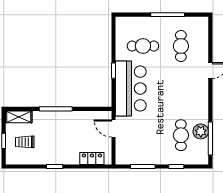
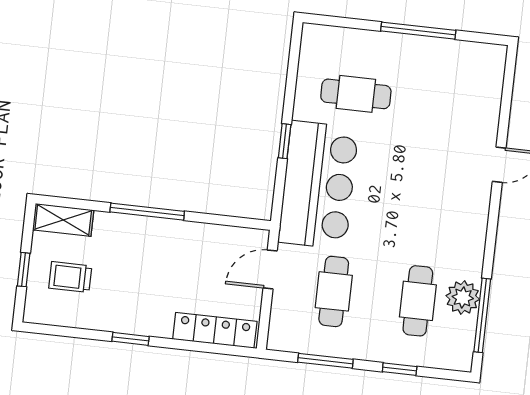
cafe table: (181, 46) -> (334, 291), moved
door: (113, 129) -> (270, 269), hinge flipped
locker: (92, 158) -> (215, 330), width x1.53

